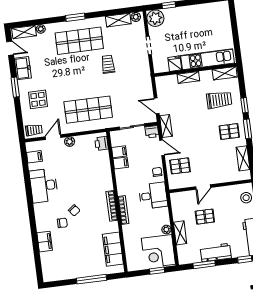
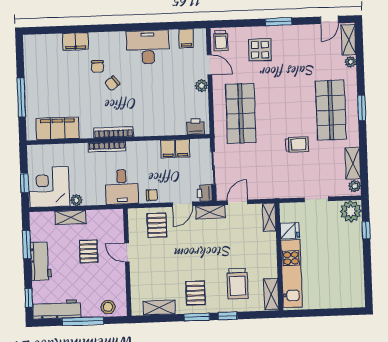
freezer: (23, 68) -> (302, 34), removed
shelving: (188, 77) -> (269, 217), moved

